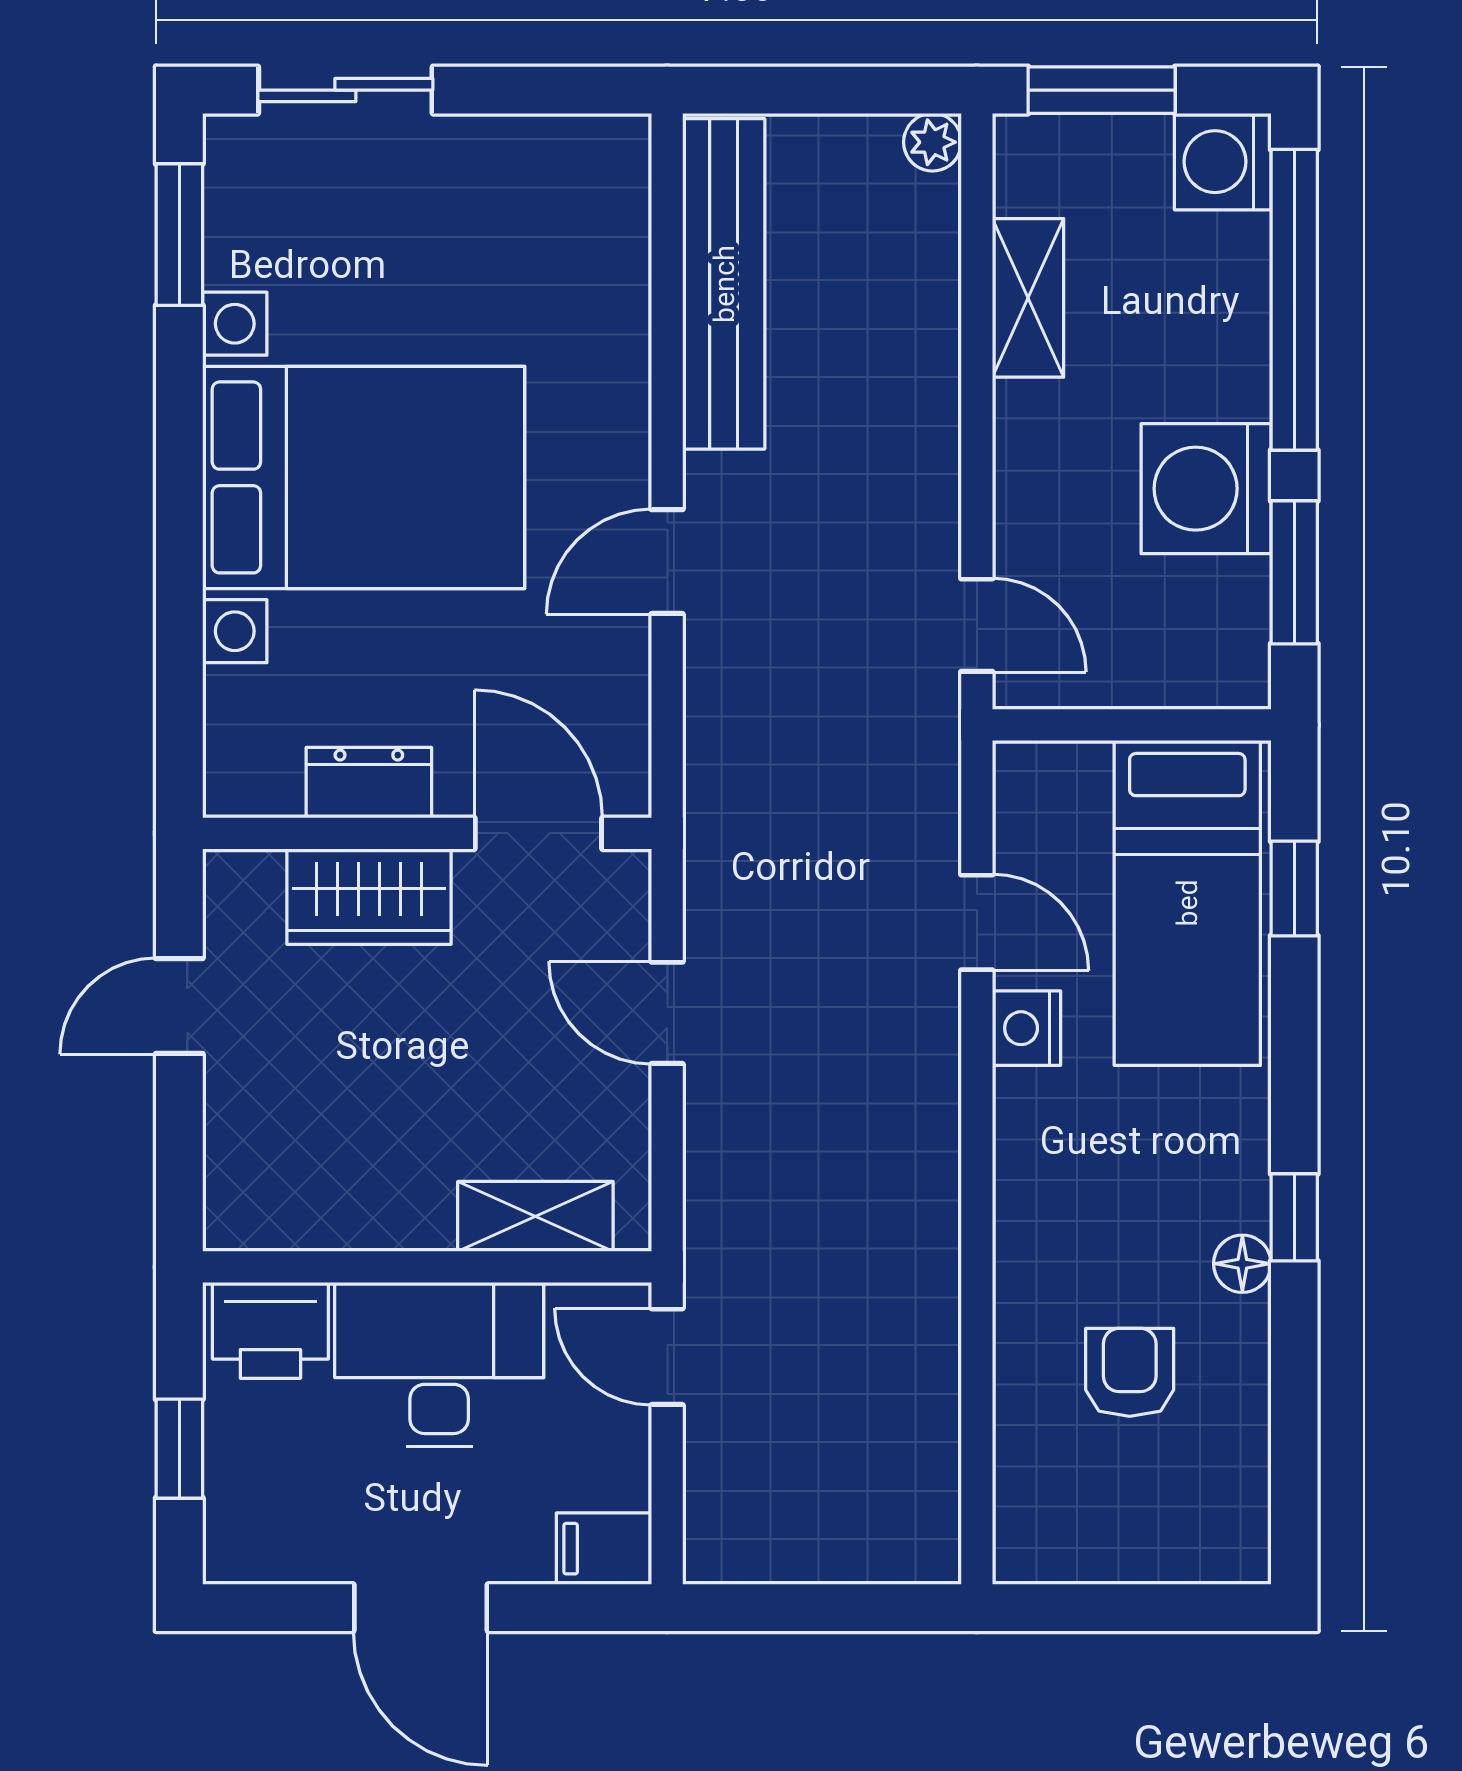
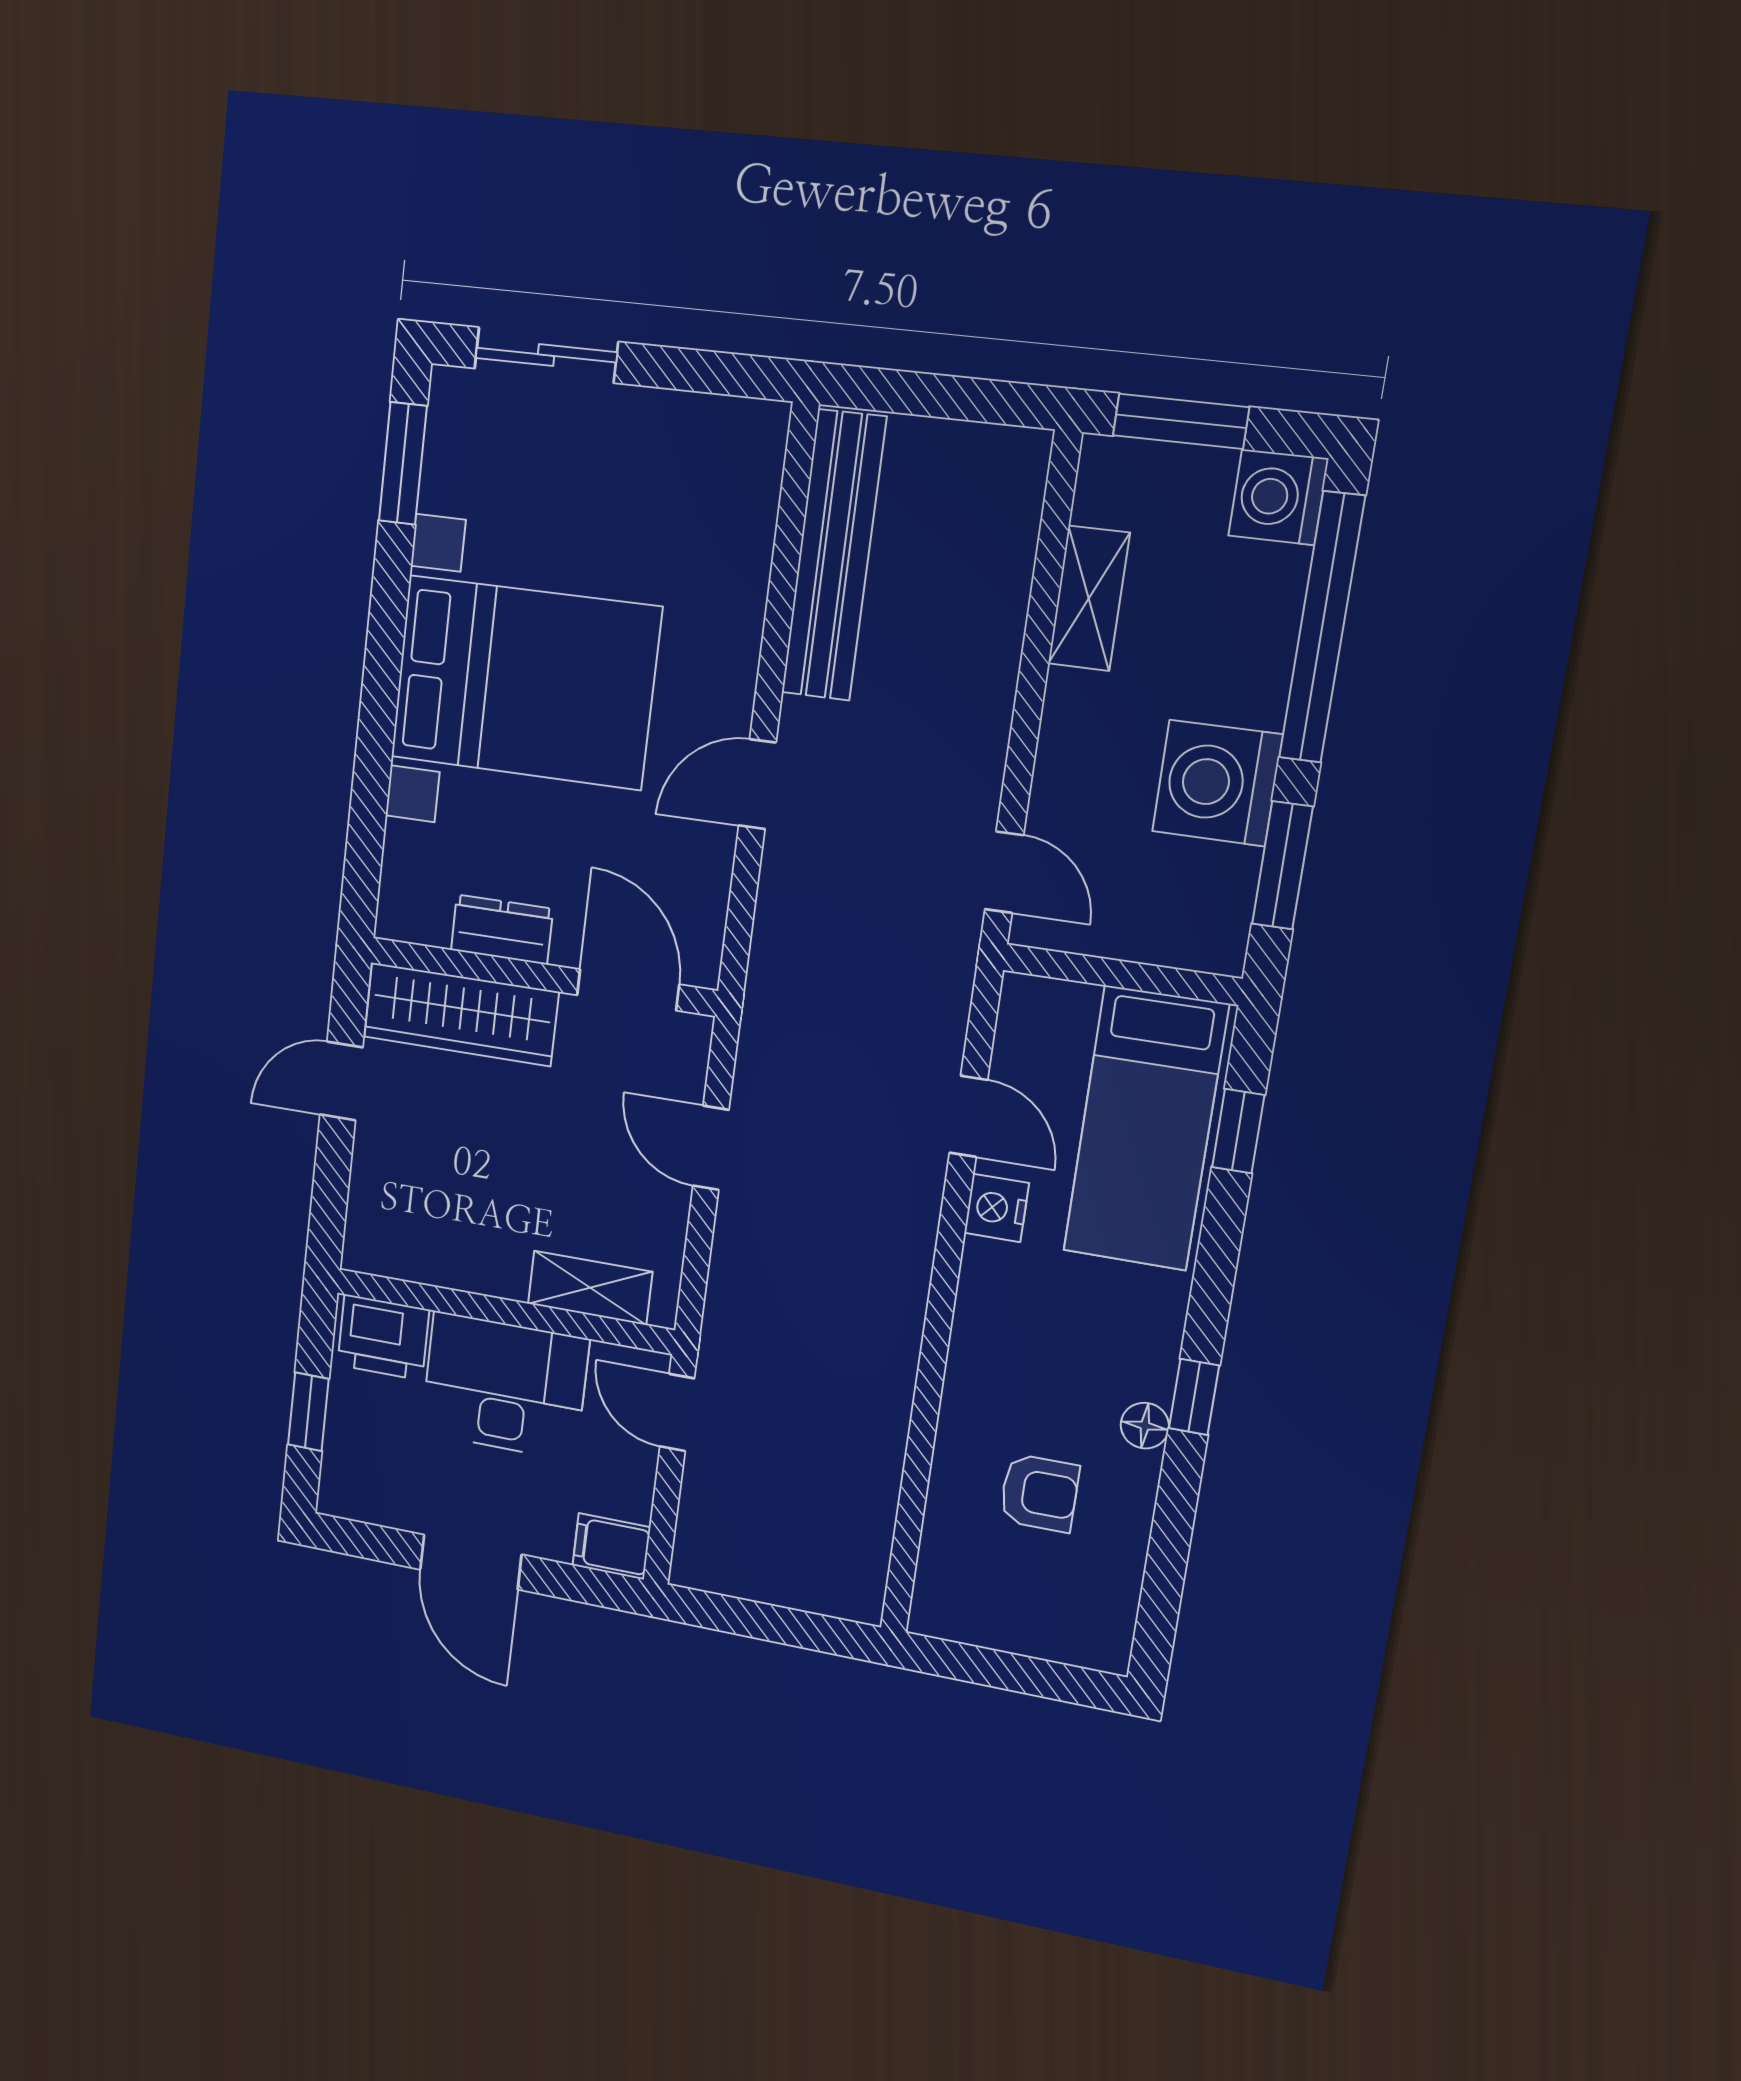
plant: (932, 142) -> (1027, 452), removed
wardrobe: (369, 897) -> (461, 1014), width x1.50
armchair: (1130, 1372) -> (1039, 1493), turned 90

